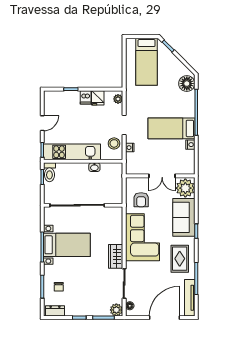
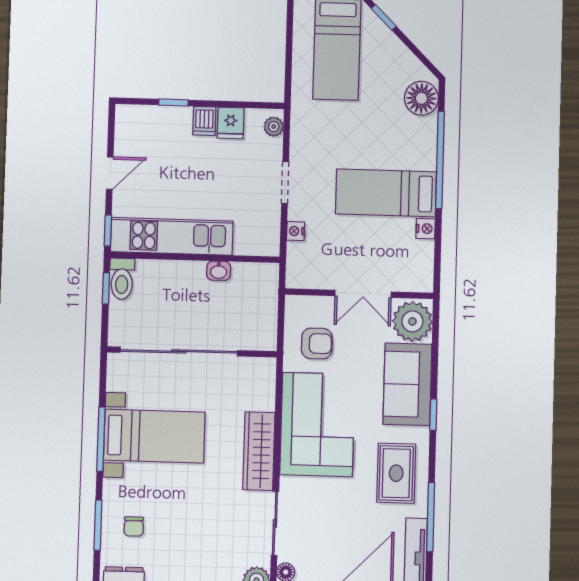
stool: (114, 143) -> (262, 221), removed
armchair: (141, 200) -> (317, 344), turned -90
wardrobe: (116, 256) -> (259, 451), width x1.50

